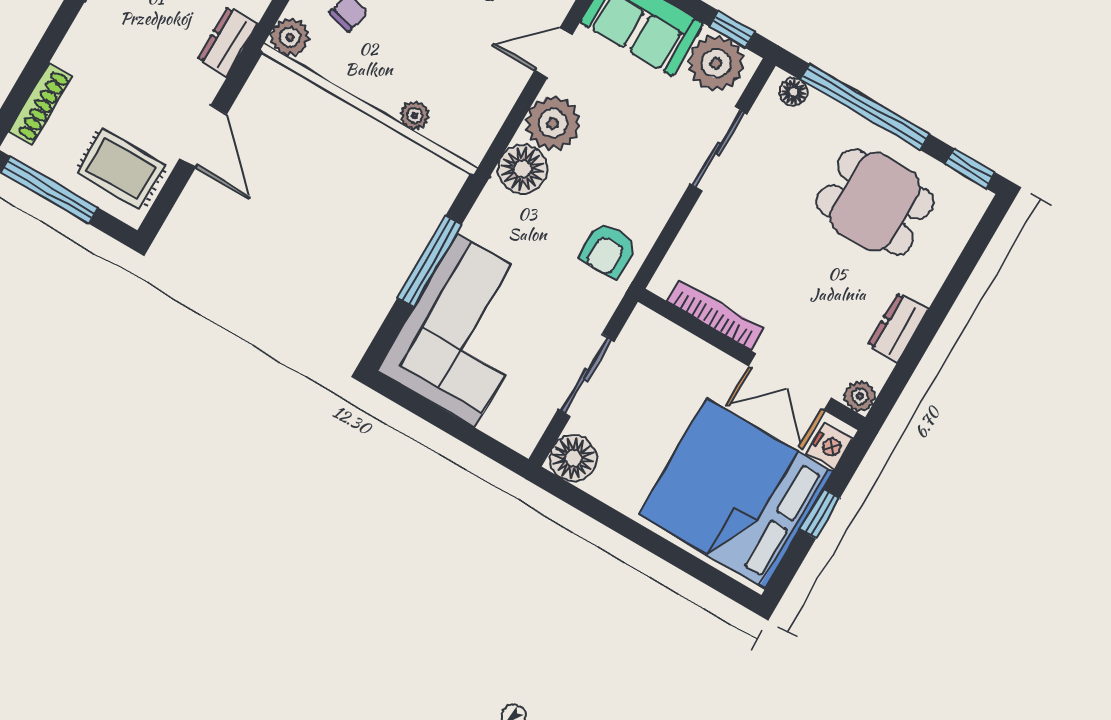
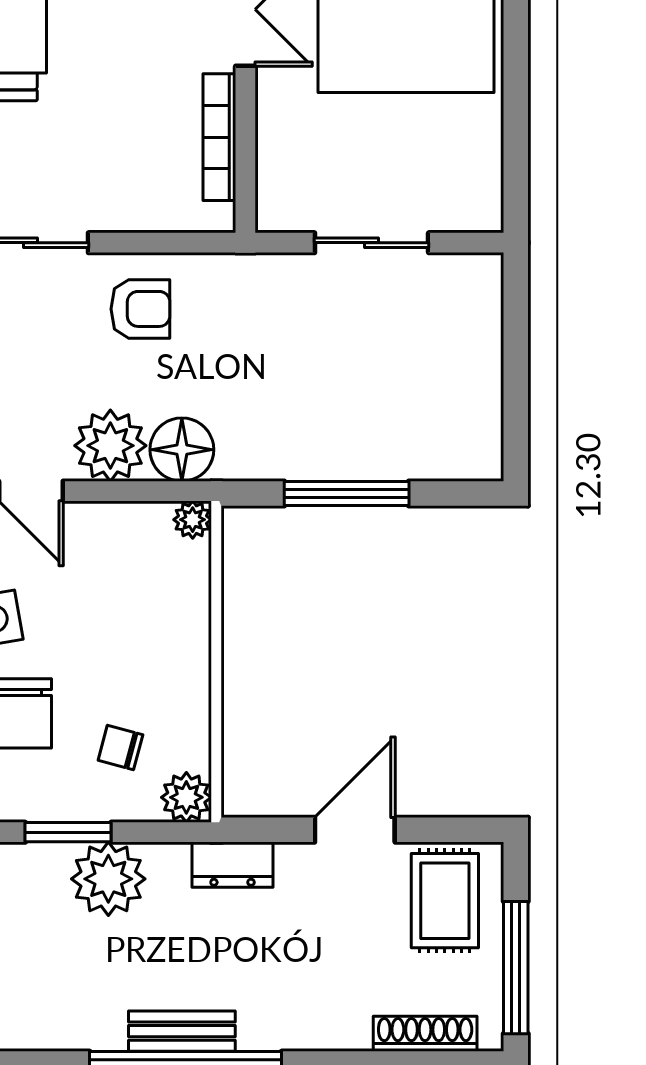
plant: (415, 115) -> (193, 520), moved
armchair: (608, 250) -> (140, 309), moved
corner sofa: (466, 330) -> (400, 408), removed
floor lamp: (573, 458) -> (473, 203), removed

